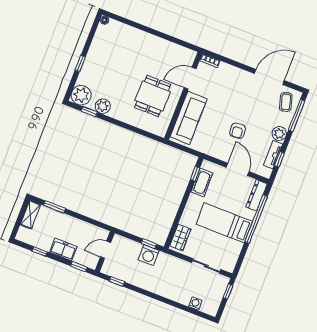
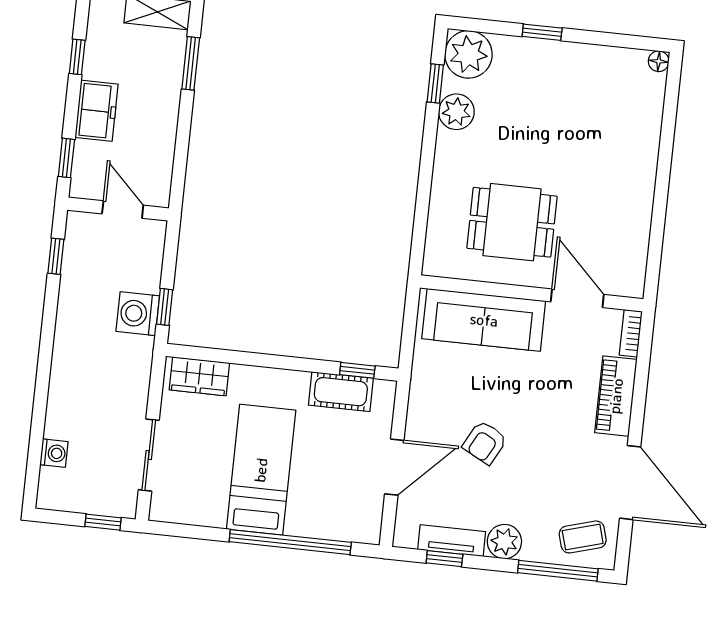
piano: (233, 73) -> (616, 396), added
armchair: (238, 131) -> (485, 442), turned -56
dresser: (257, 195) -> (346, 528), removed

